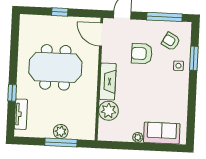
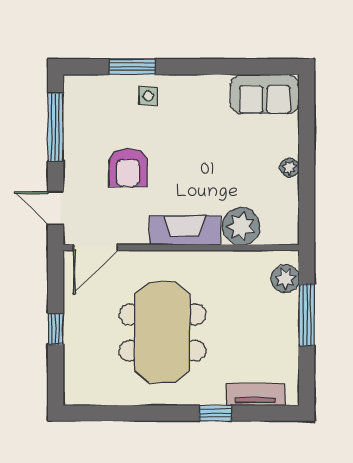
armchair: (171, 41) -> (102, 113), removed
plant: (61, 131) -> (285, 279), moved
sofa: (162, 133) -> (265, 94), moved, turned -90

